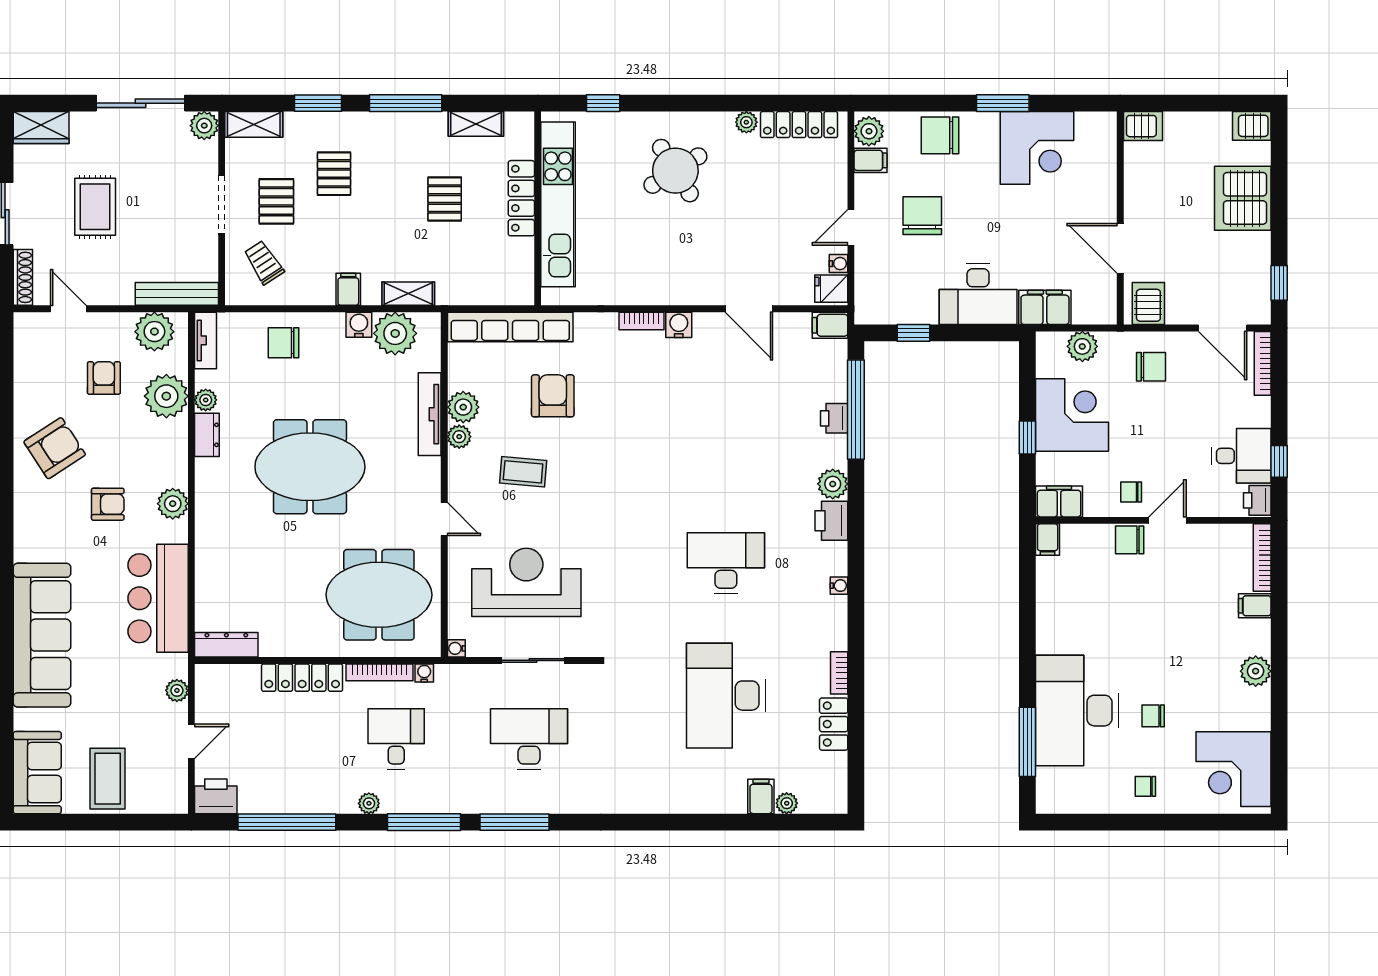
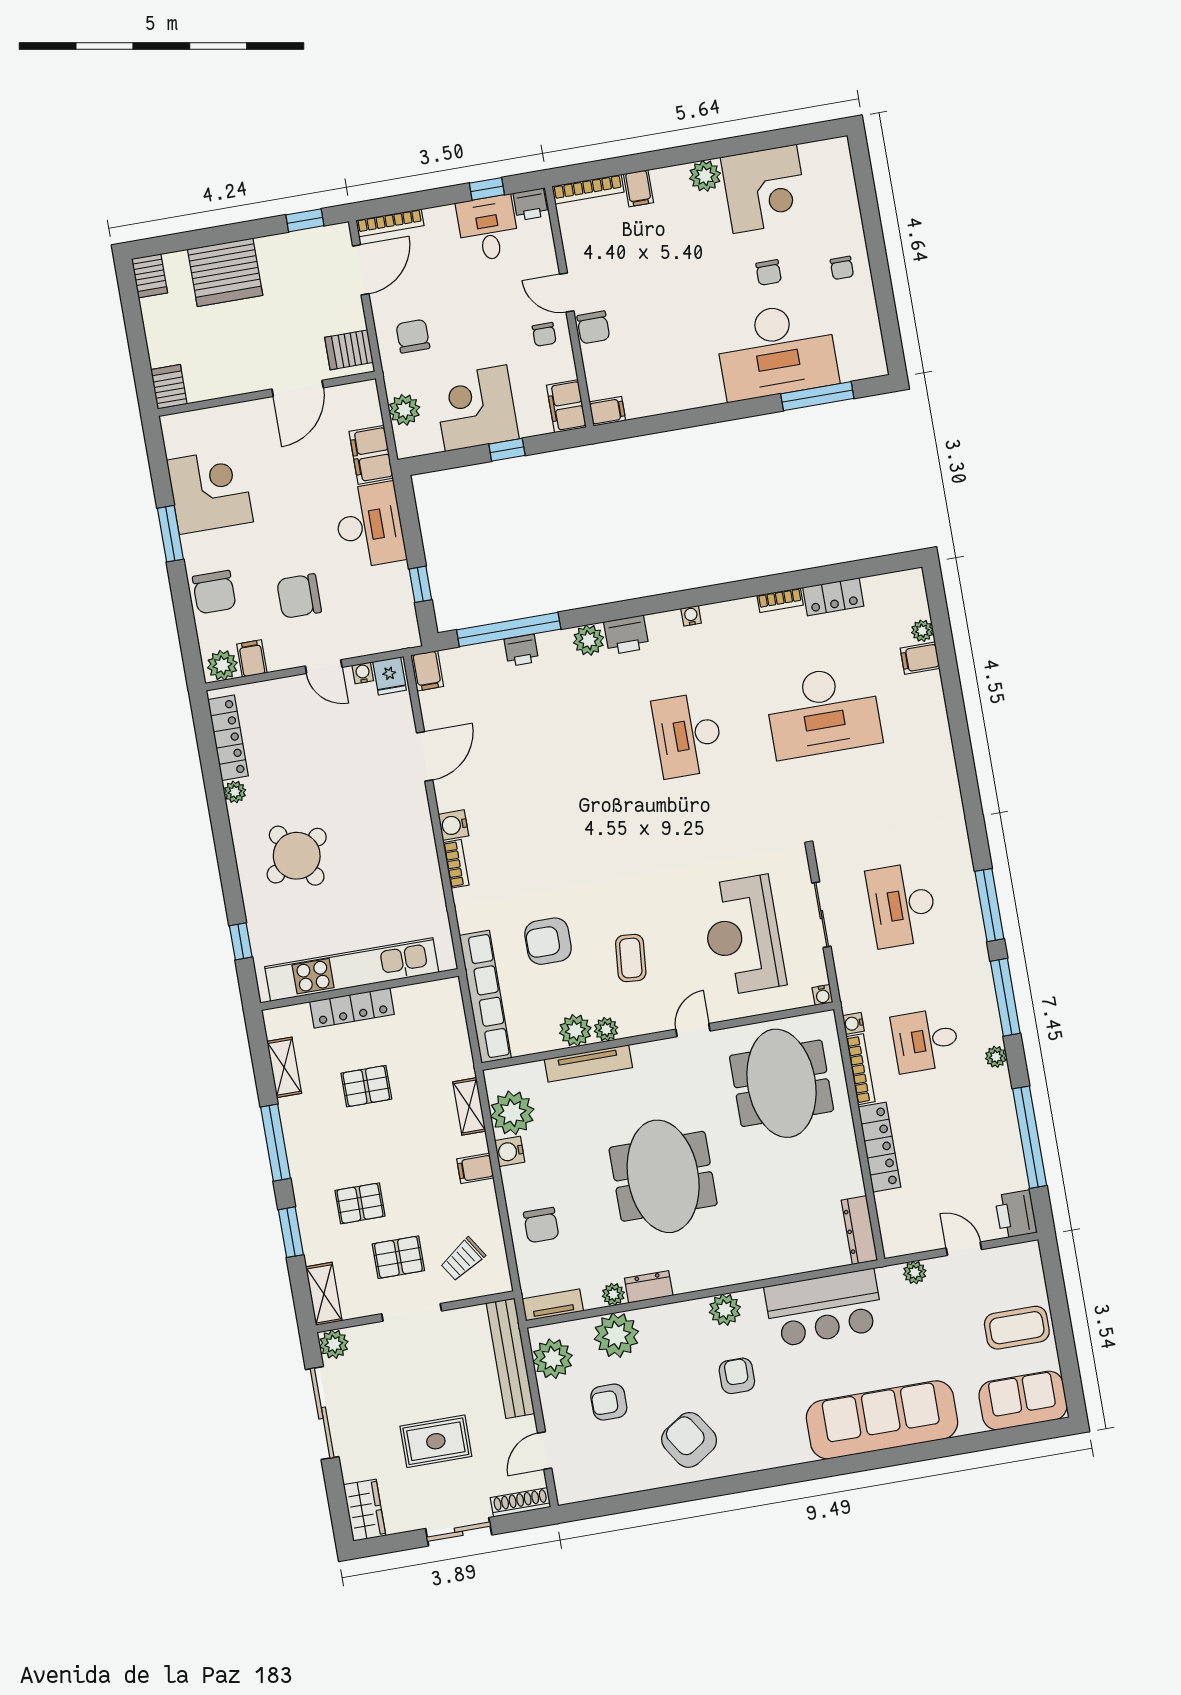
bench: (177, 294) -> (510, 1358), width x1.37, depth x1.21
corner desk: (1233, 769) -> (765, 189), moved

